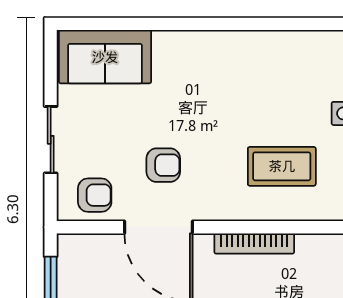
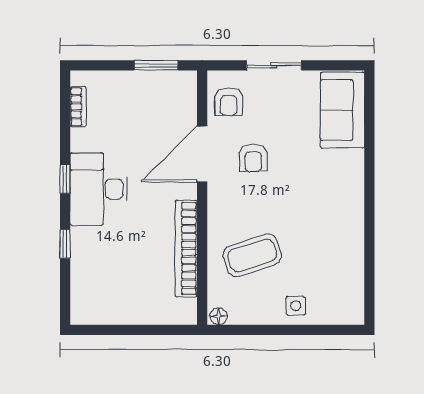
coffee table: (282, 166) -> (252, 255), turned 72
bookcase: (254, 243) -> (186, 248), width x1.48, depth x1.31

